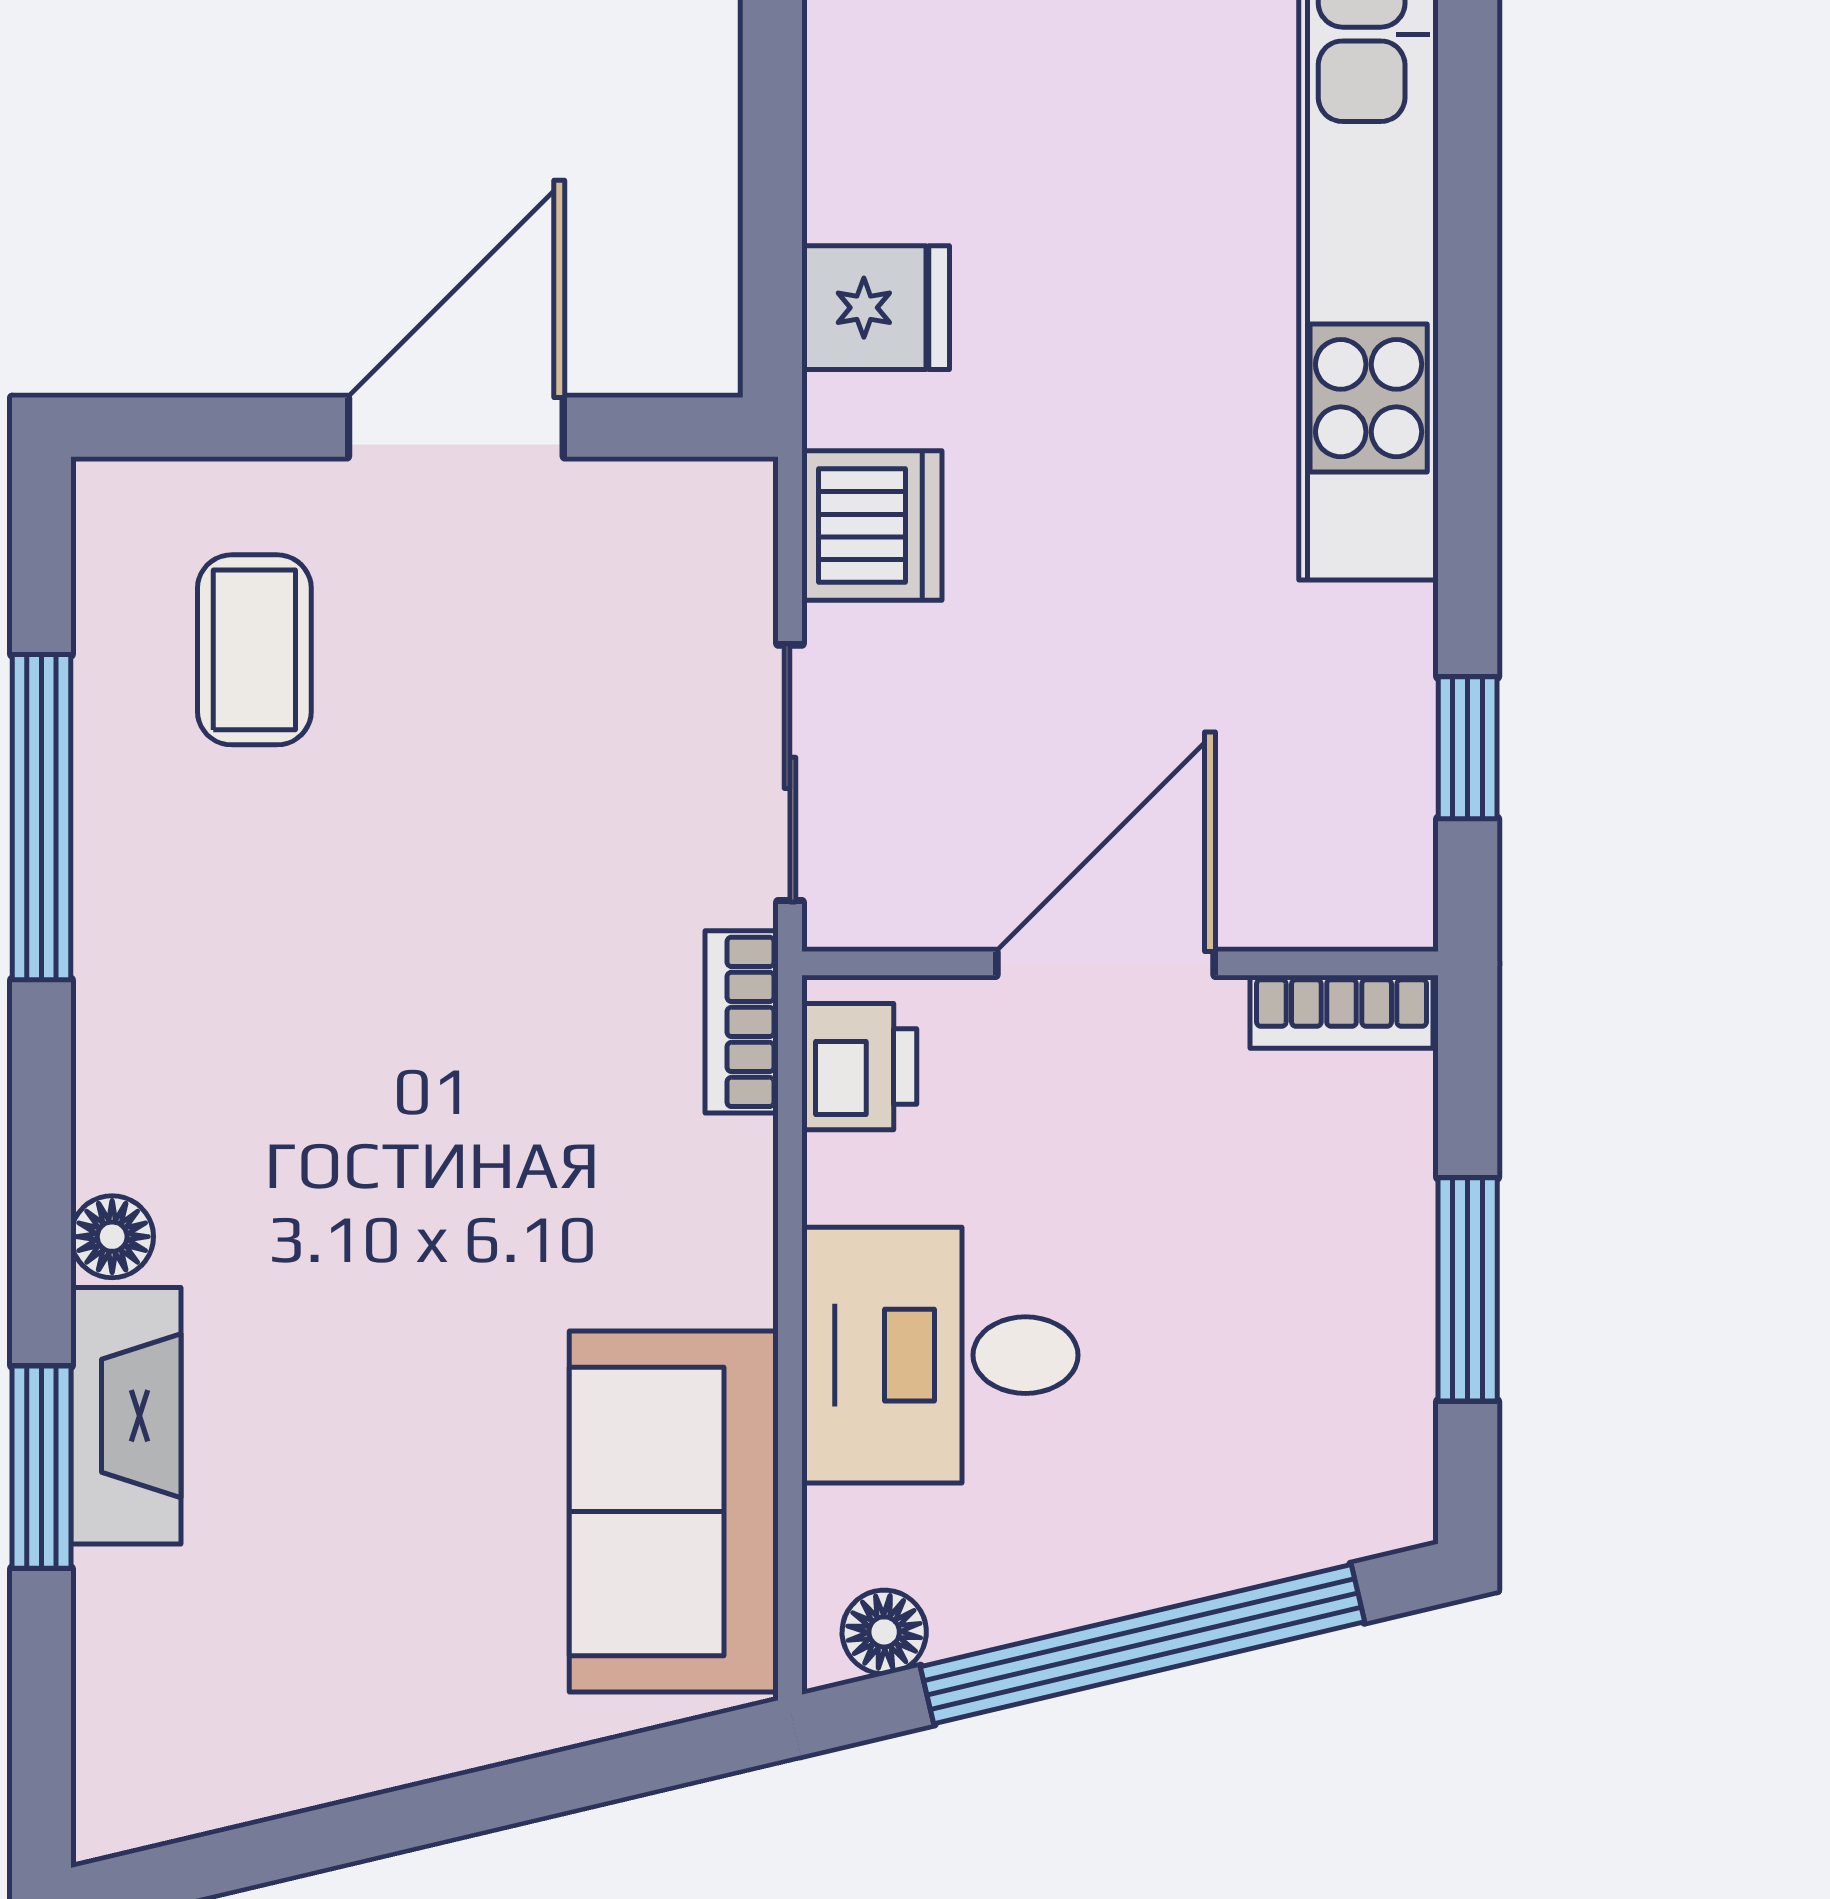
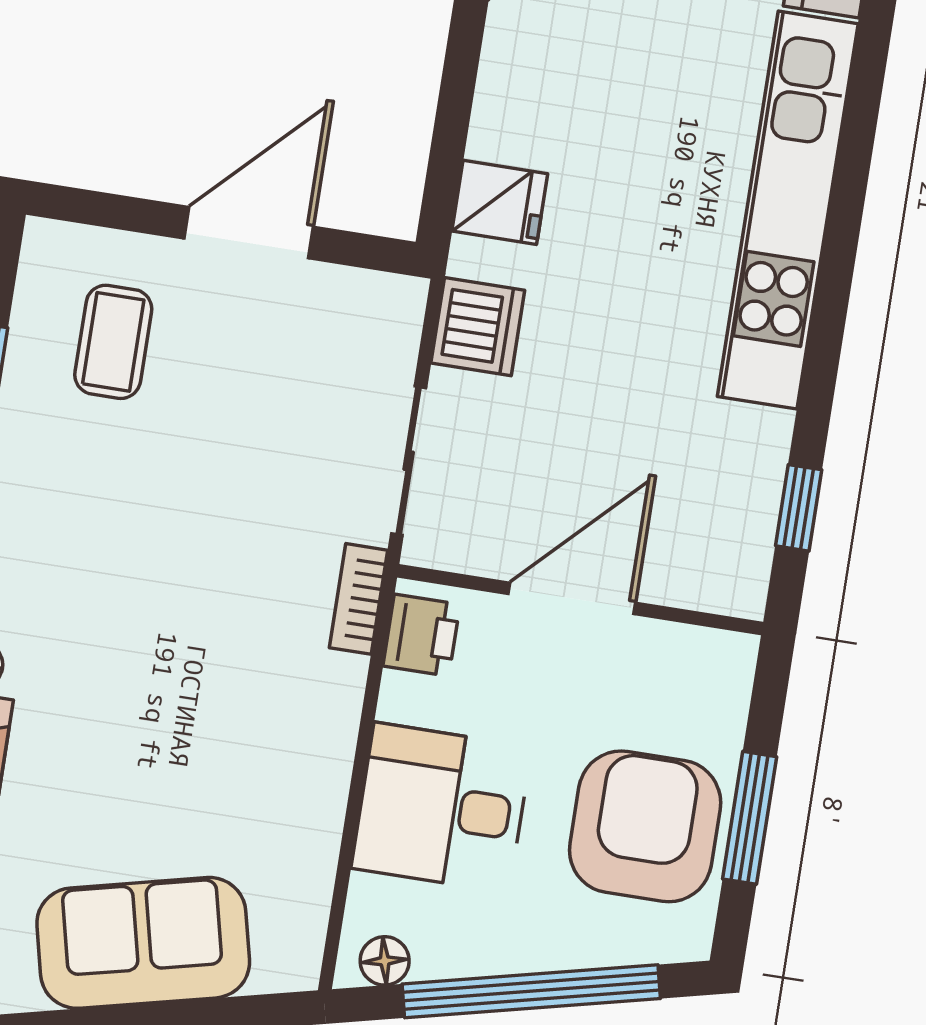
bookcase: (1342, 1012) -> (703, 647), removed
armchair: (1292, 1332) -> (645, 826), added
sofa: (674, 1512) -> (143, 943), moved, turned 77

